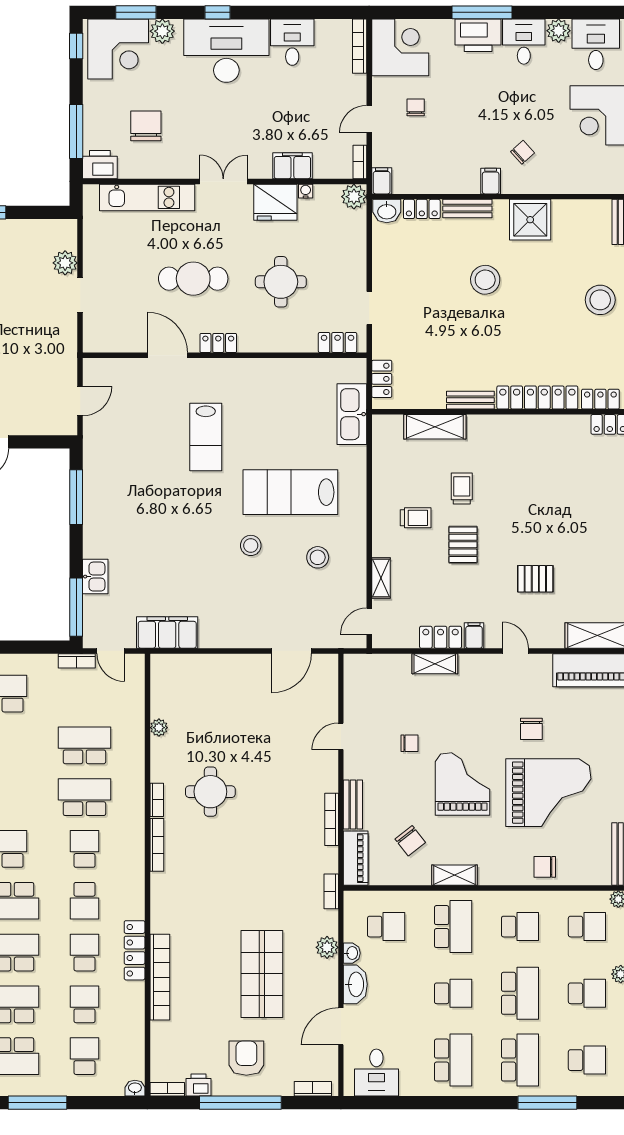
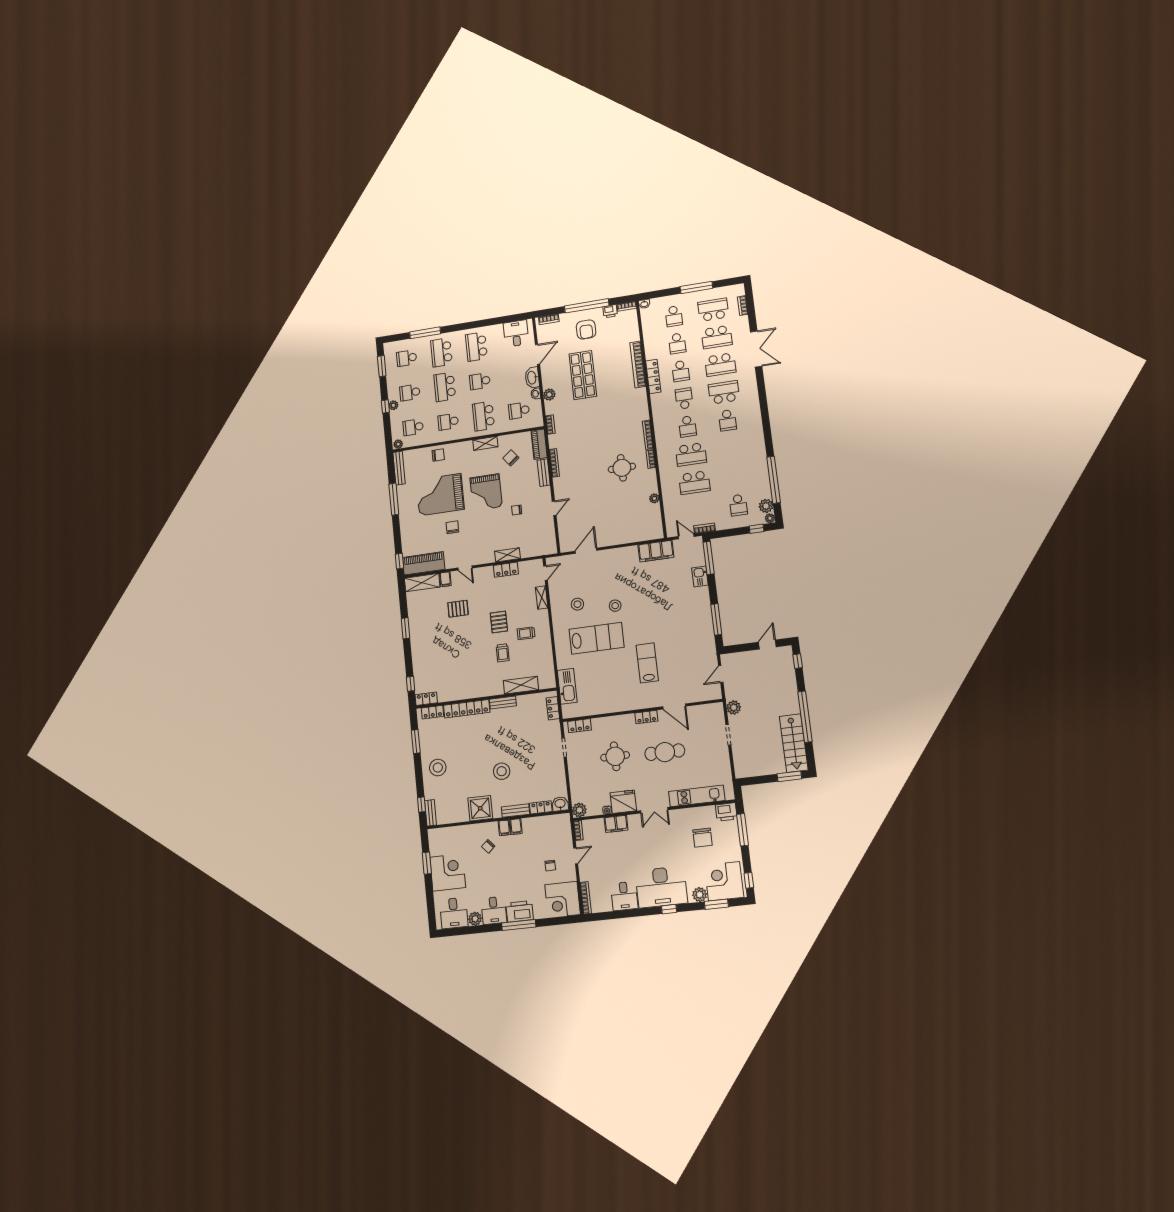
filing cabinet: (382, 181) -> (516, 827), moved
plant: (65, 263) -> (734, 708), moved
filing cabinet: (474, 635) -> (445, 579), moved

